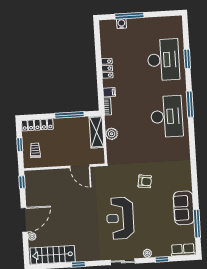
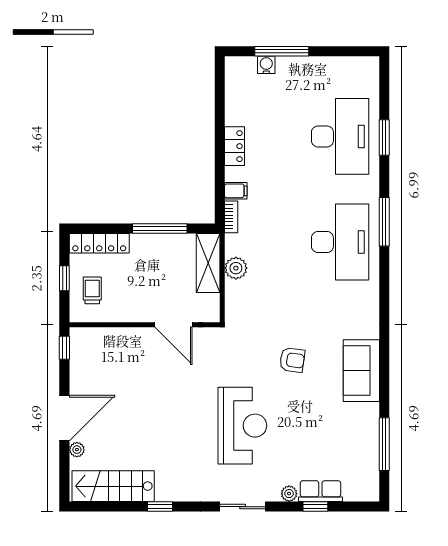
sofa: (184, 208) -> (361, 371), moved
reception desk: (120, 218) -> (242, 426), turned 180
row of seats: (183, 250) -> (320, 491), moved

